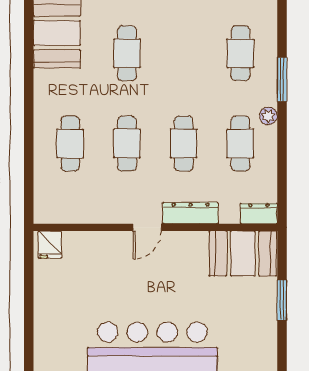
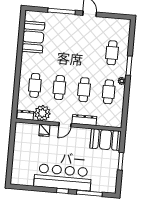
cafe table: (127, 53) -> (63, 48), removed
plant: (93, 205) -> (42, 113), added
dresser: (259, 213) -> (25, 115), moved
fridge: (50, 245) -> (44, 130), moved

